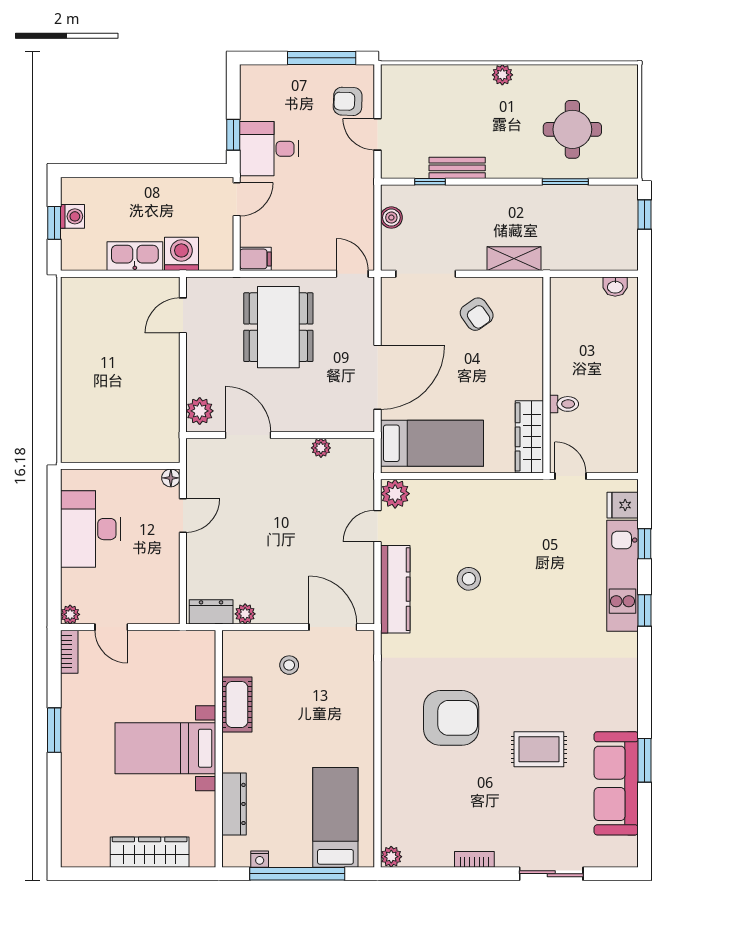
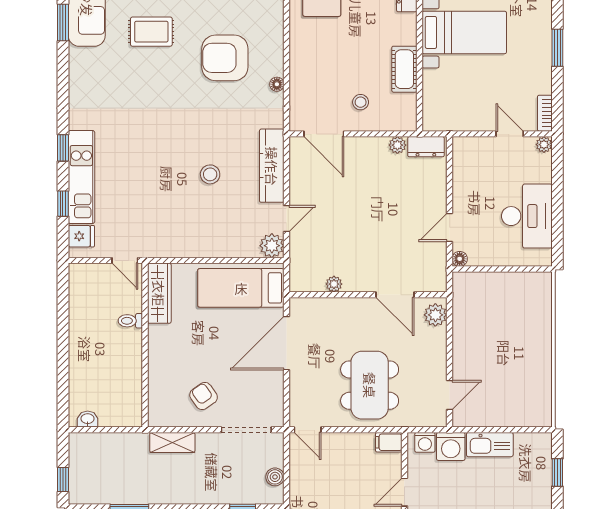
washing machine: (72, 216) -> (425, 442), moved, turned -90
floor lamp: (389, 686) -> (277, 84), added

